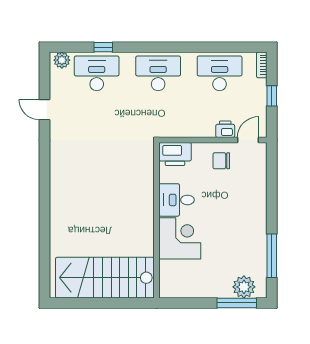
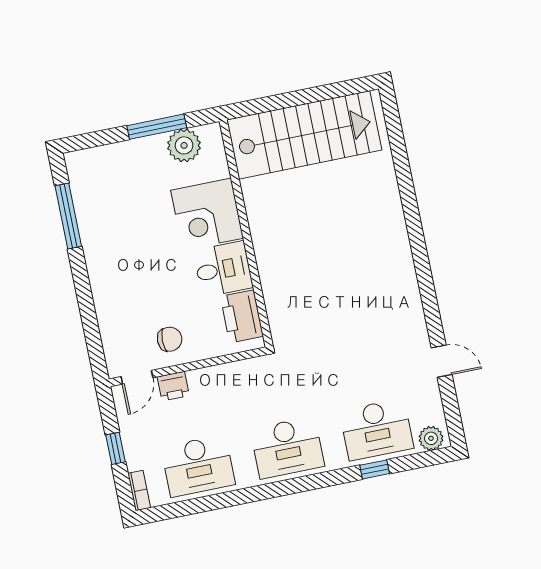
printer: (175, 154) -> (242, 316), moved, turned -90
plant: (244, 287) -> (184, 145), moved
window: (237, 303) -> (157, 127), moved

